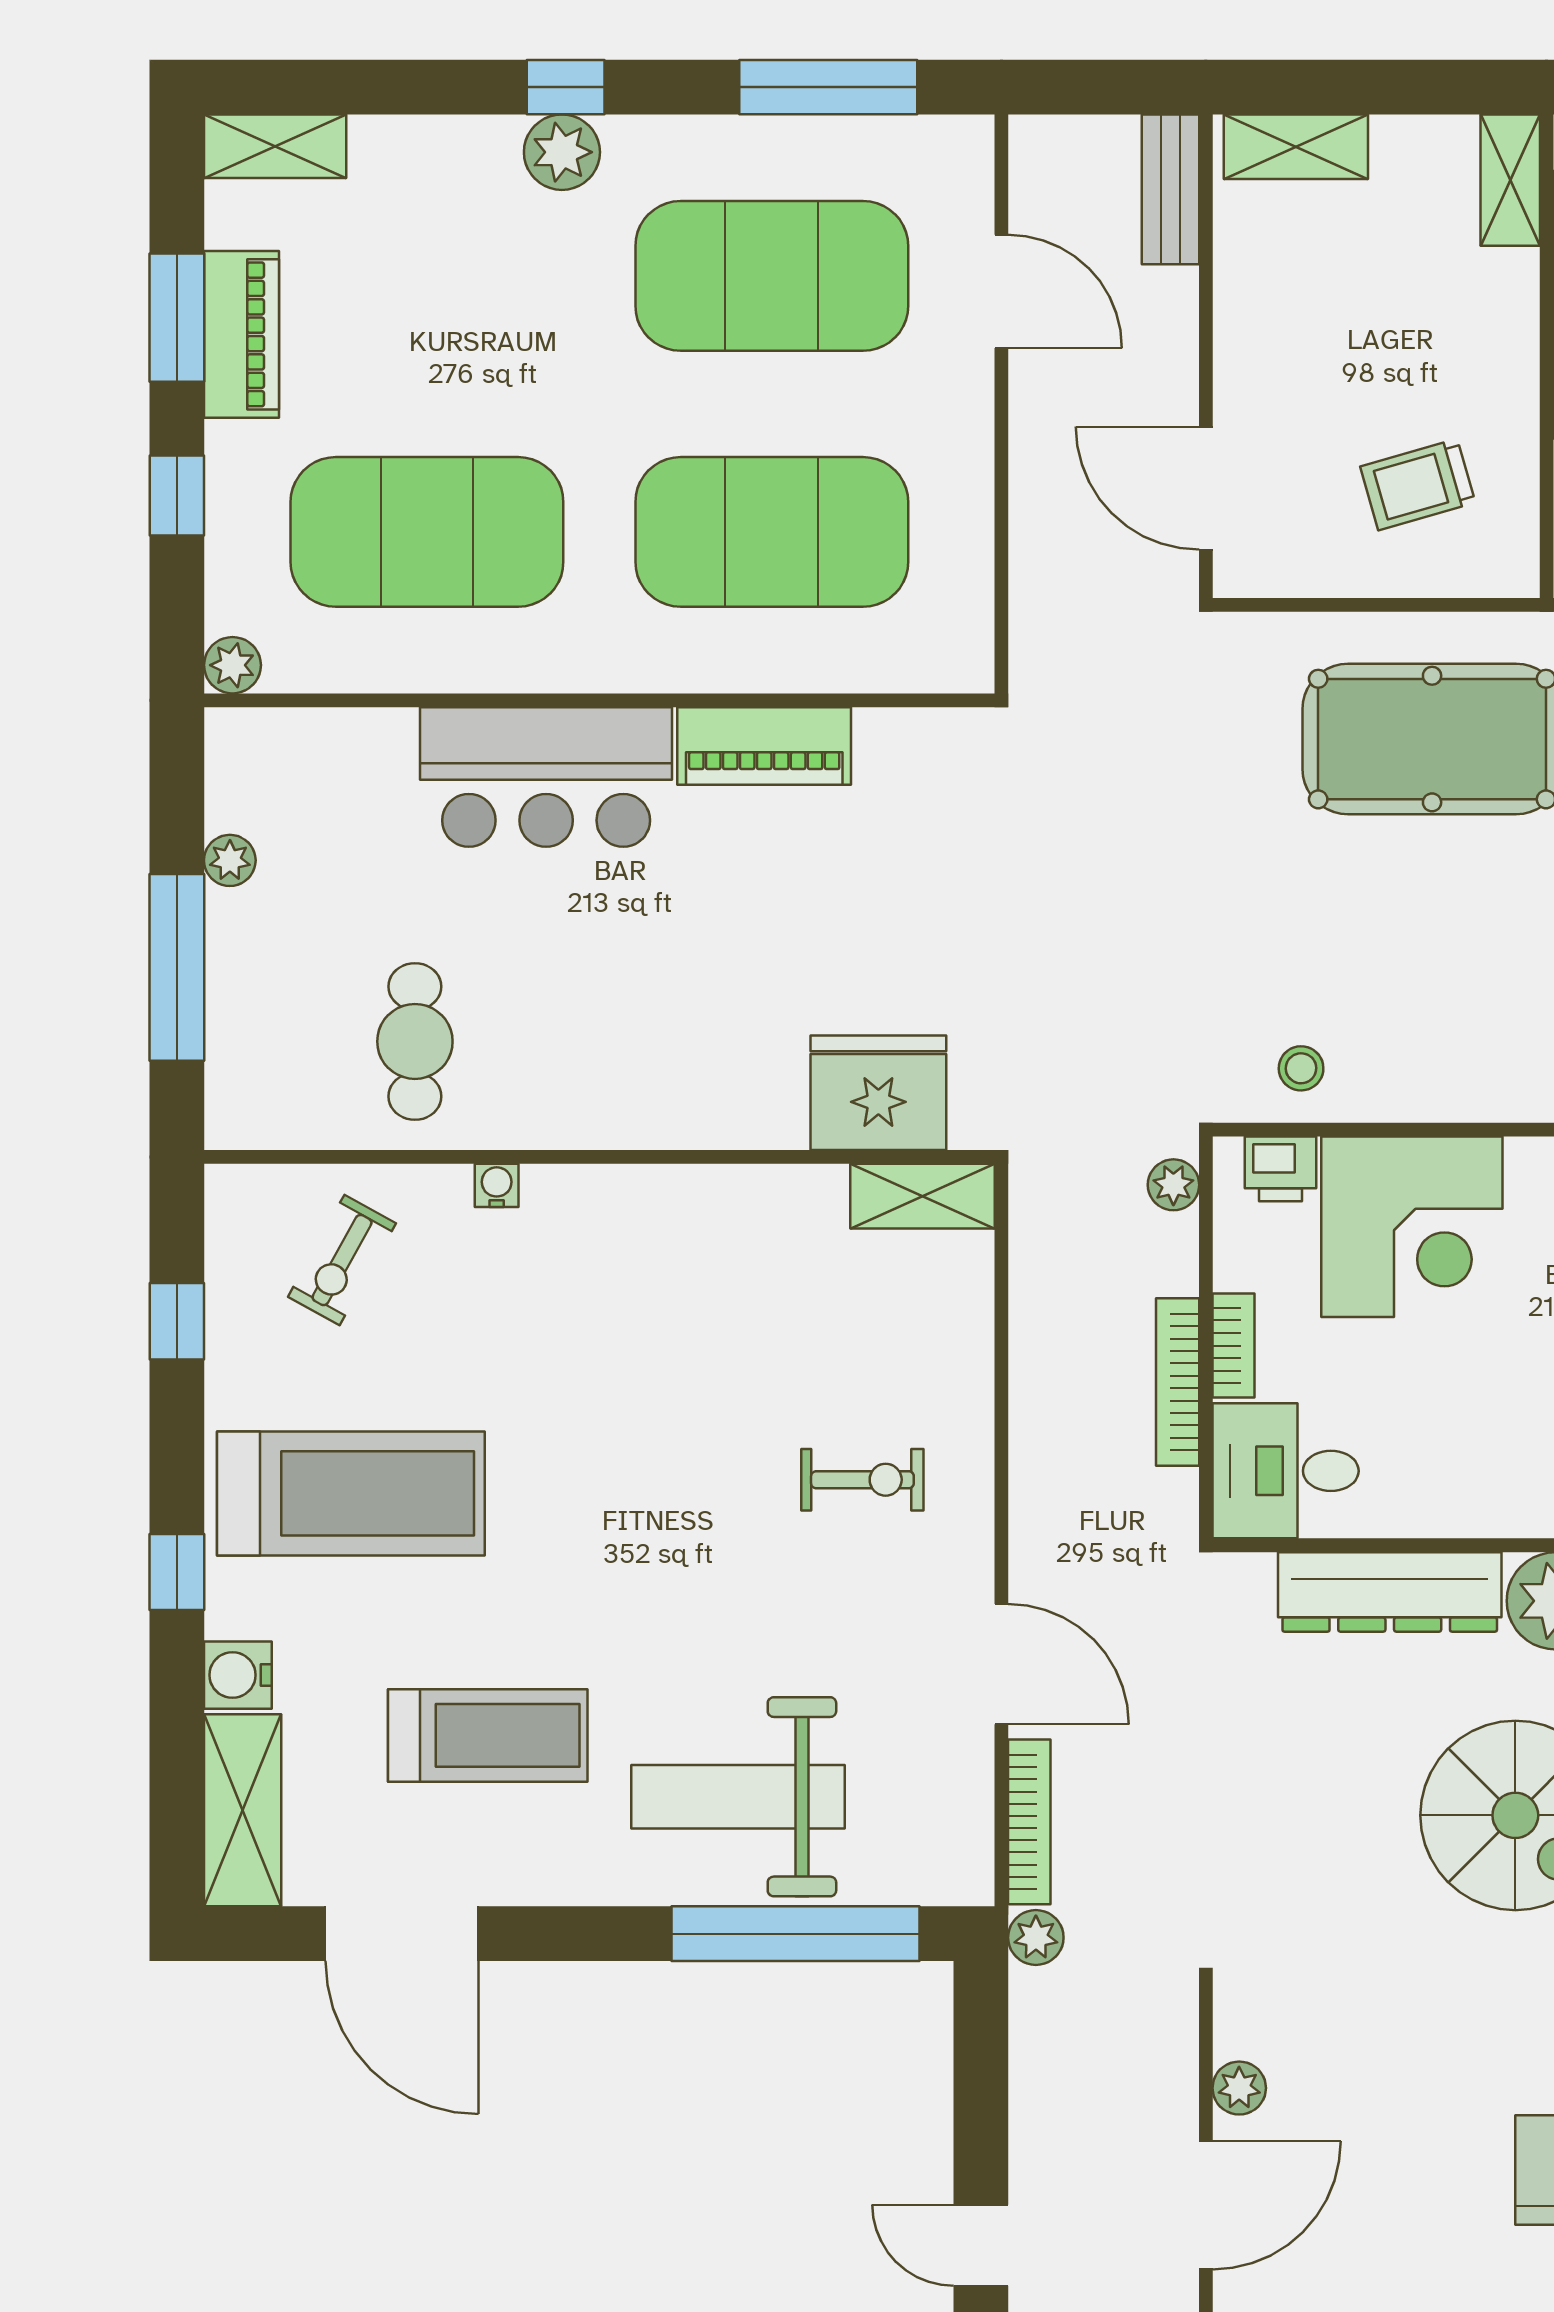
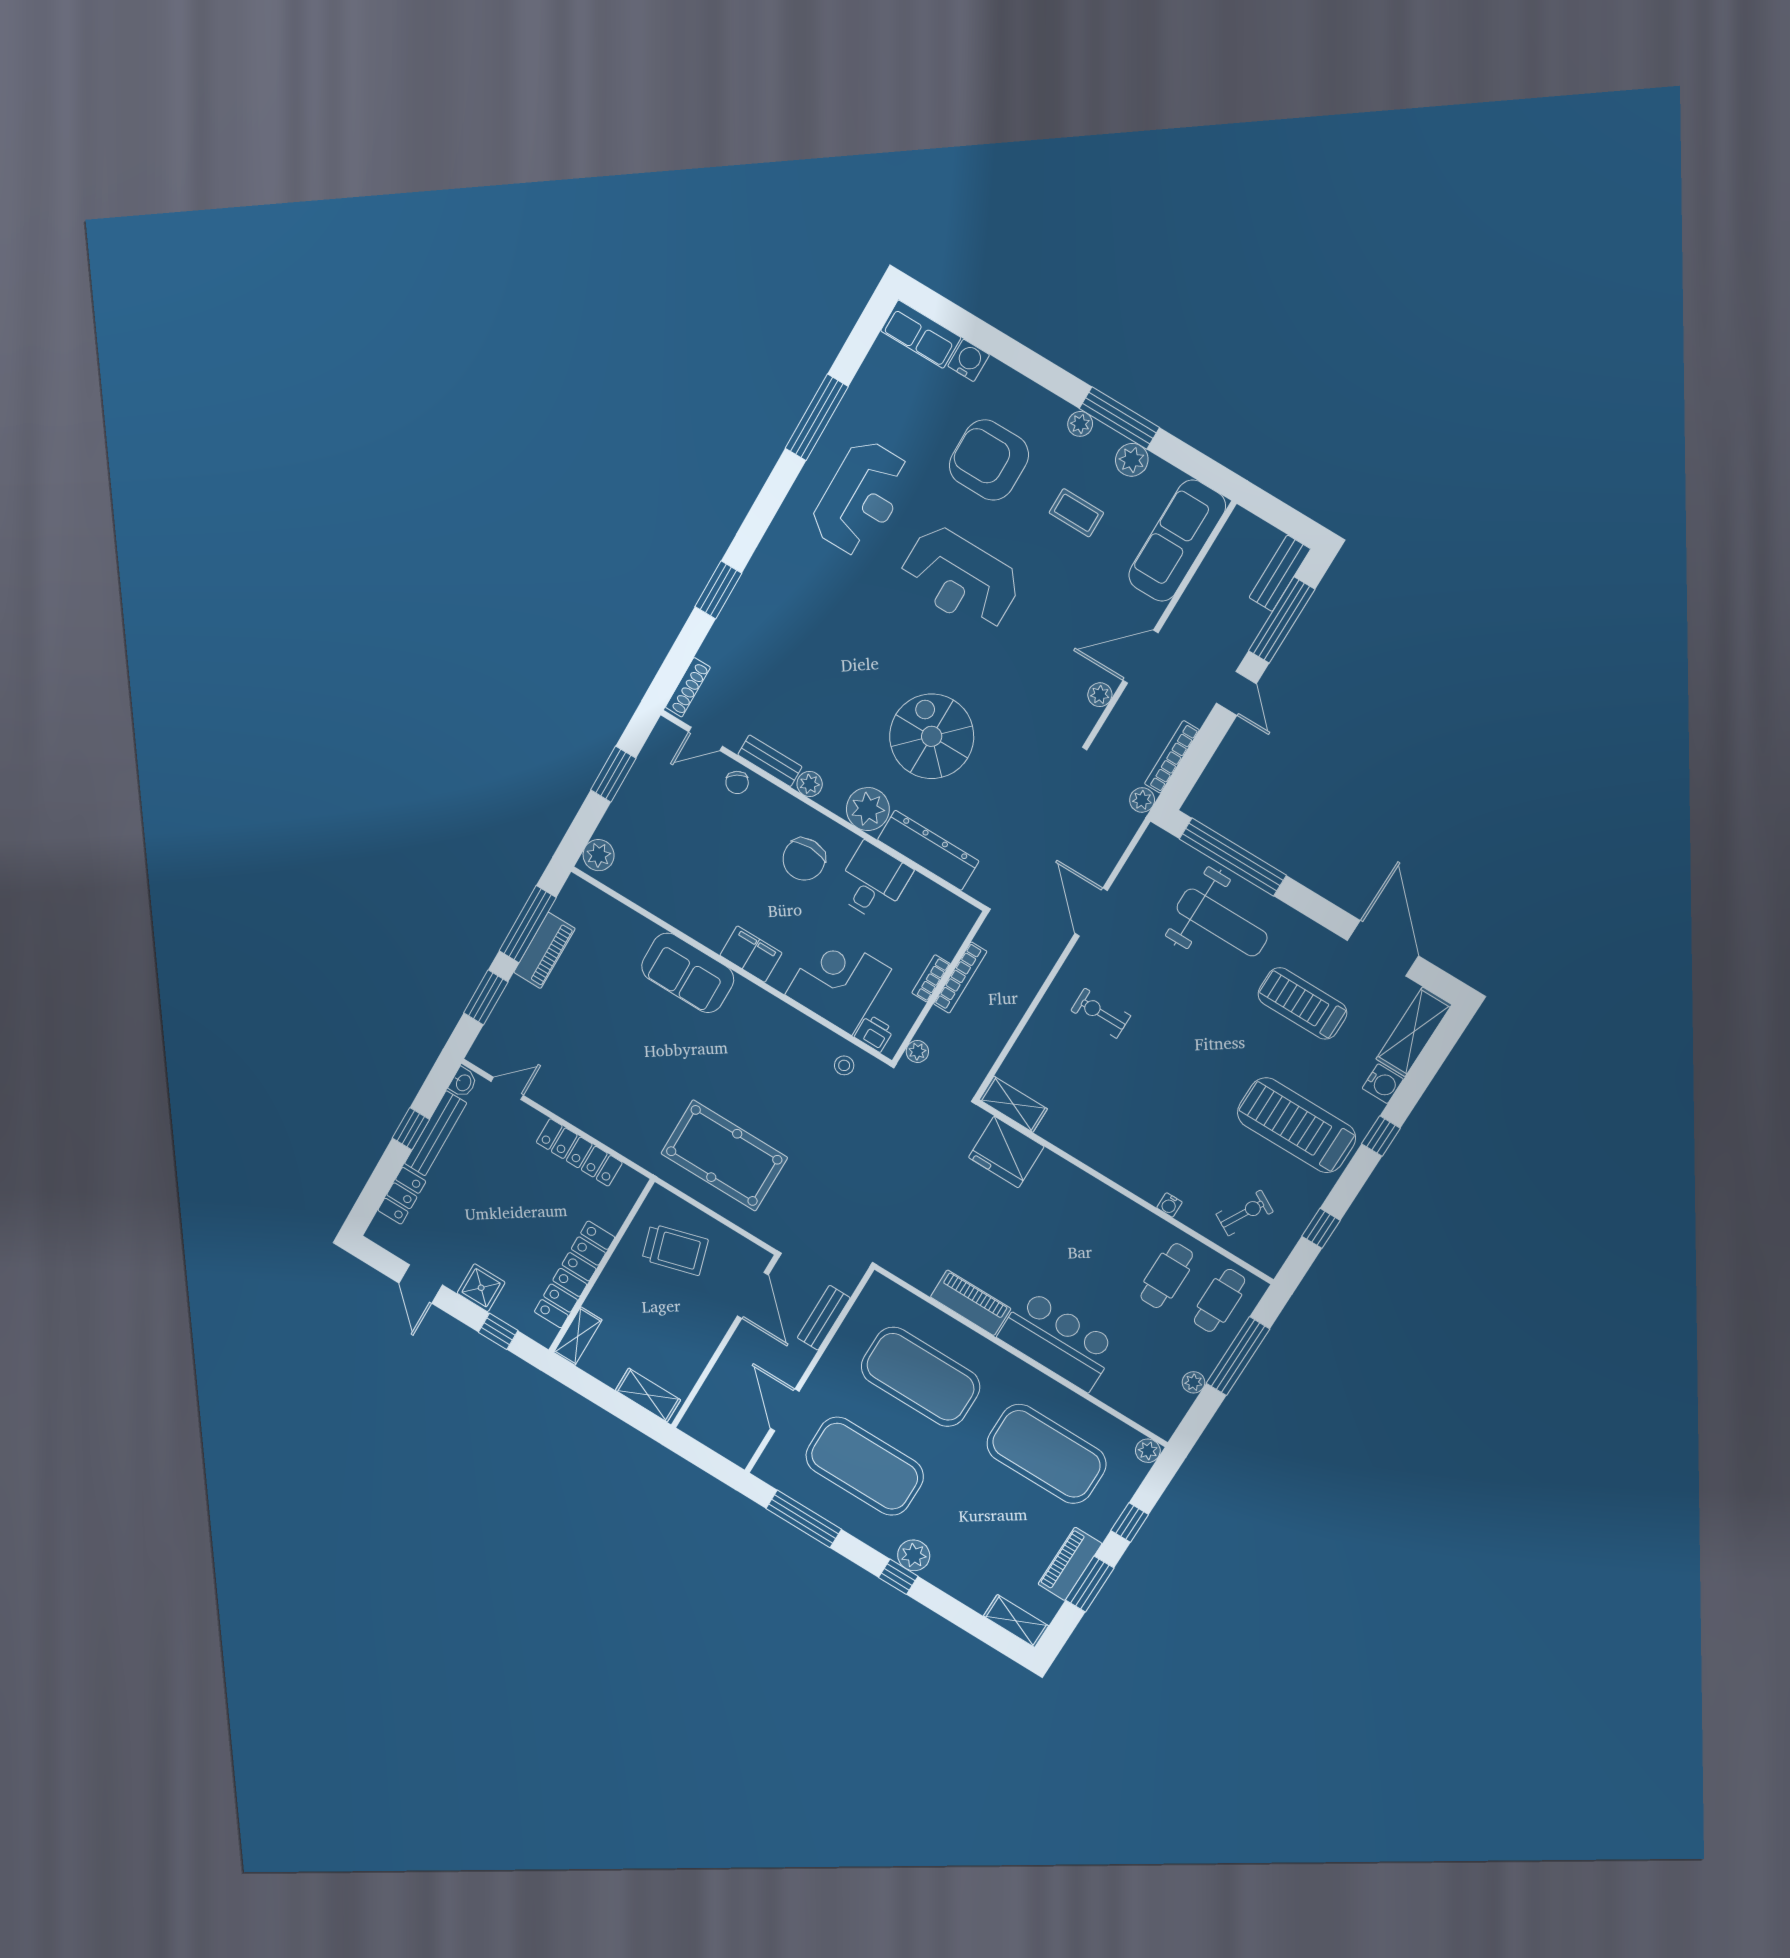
bench: (1170, 189) -> (824, 1318), moved
trolley: (1418, 485) -> (675, 1250), width x1.36, depth x1.39
cafe table: (282, 1056) -> (1219, 1300), added
desk: (1286, 1471) -> (873, 882), moved, turned -90
bookcase: (1029, 1822) -> (1172, 757), moved

